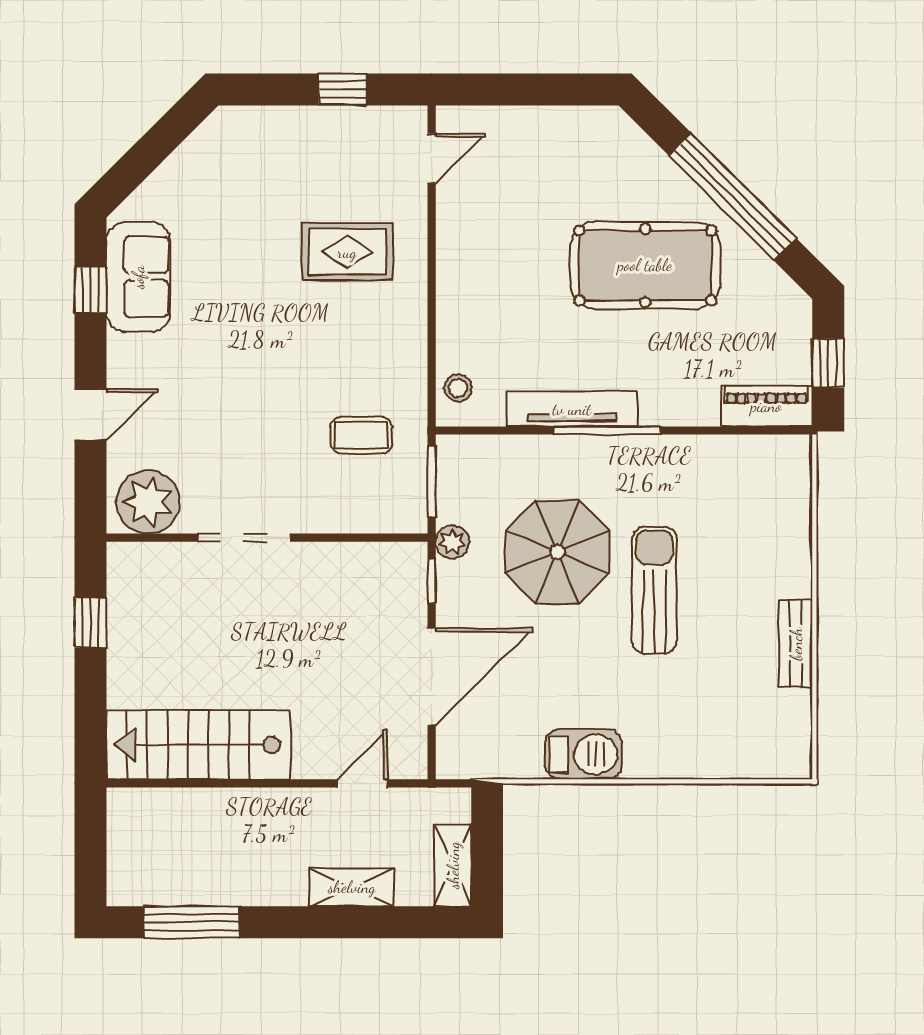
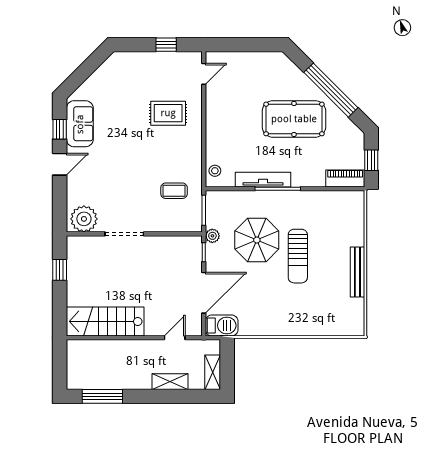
door: (91, 415) -> (60, 164), moved
sun lounger: (654, 590) -> (298, 256), turned 180
bench: (796, 644) -> (357, 272), width x1.36
barbecue: (583, 754) -> (222, 325), moved

